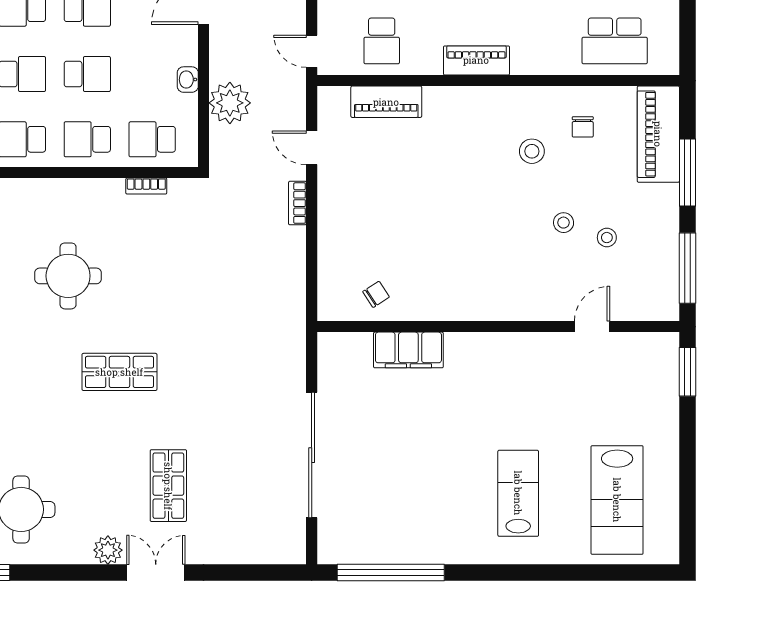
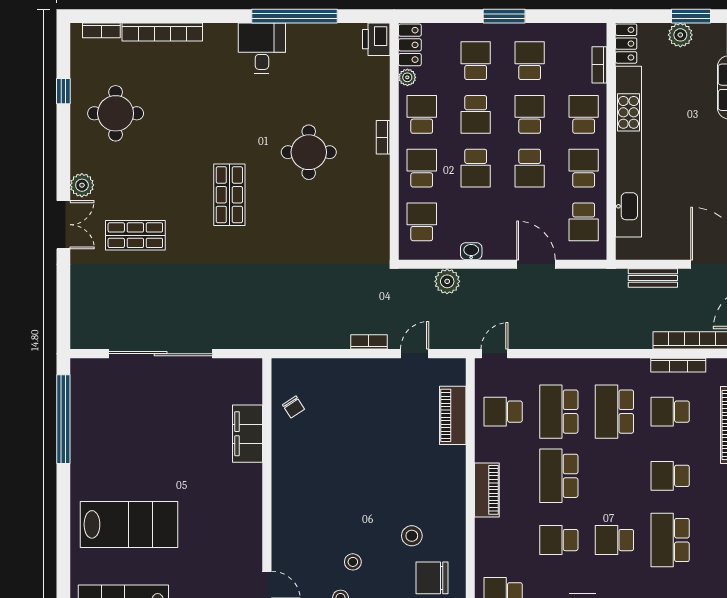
plant: (230, 103) -> (447, 281), width x0.73, depth x0.73
chair: (583, 127) -> (432, 578), width x1.87, depth x1.87
bookcase: (146, 186) -> (383, 137), moved
lab bench: (518, 493) -> (129, 524), width x1.36, depth x1.39

